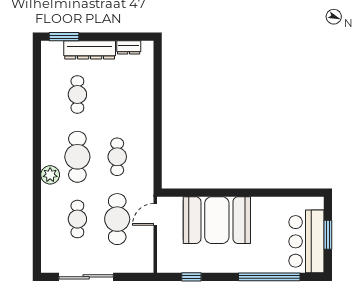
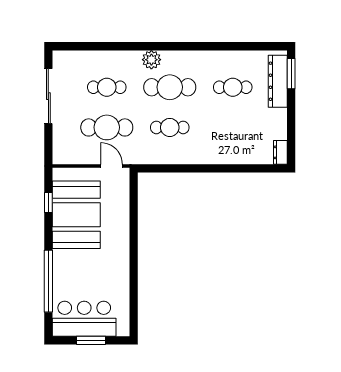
dresser: (129, 47) -> (280, 152), moved
dresser: (90, 50) -> (278, 81), moved
booth: (217, 220) -> (76, 215), moved

